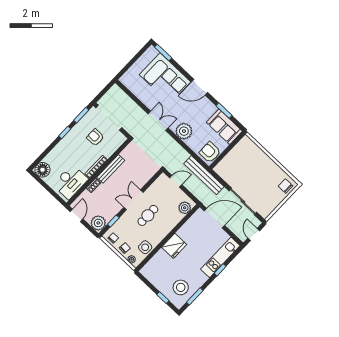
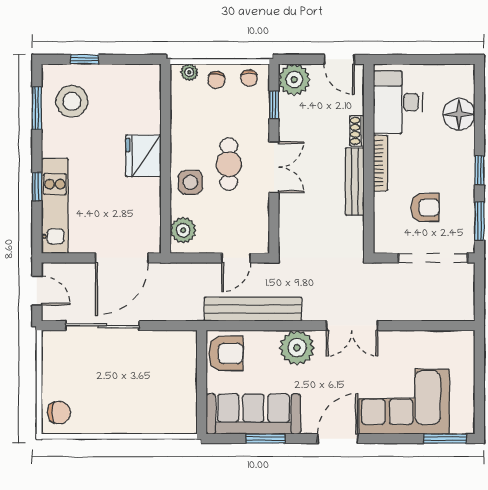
sofa: (224, 127) -> (253, 414), width x1.36
floor lamp: (42, 170) -> (459, 114), moved
bench: (204, 175) -> (253, 309), moved
side table: (145, 247) -> (190, 182), moved

